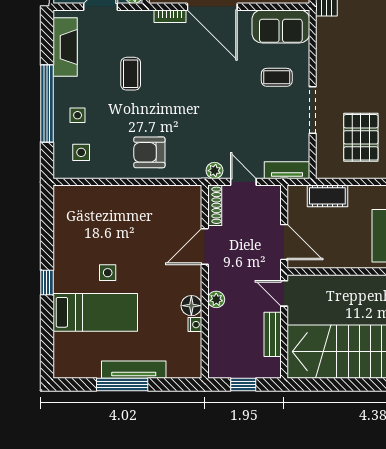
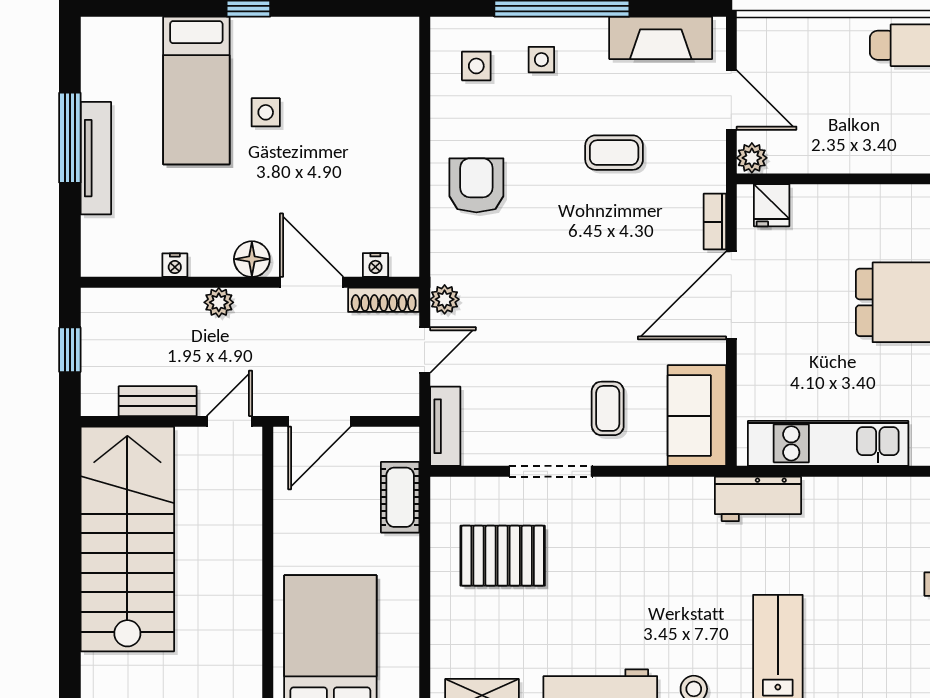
nightstand: (195, 210) -> (375, 265), added
floor lamp: (191, 306) -> (252, 259), moved

